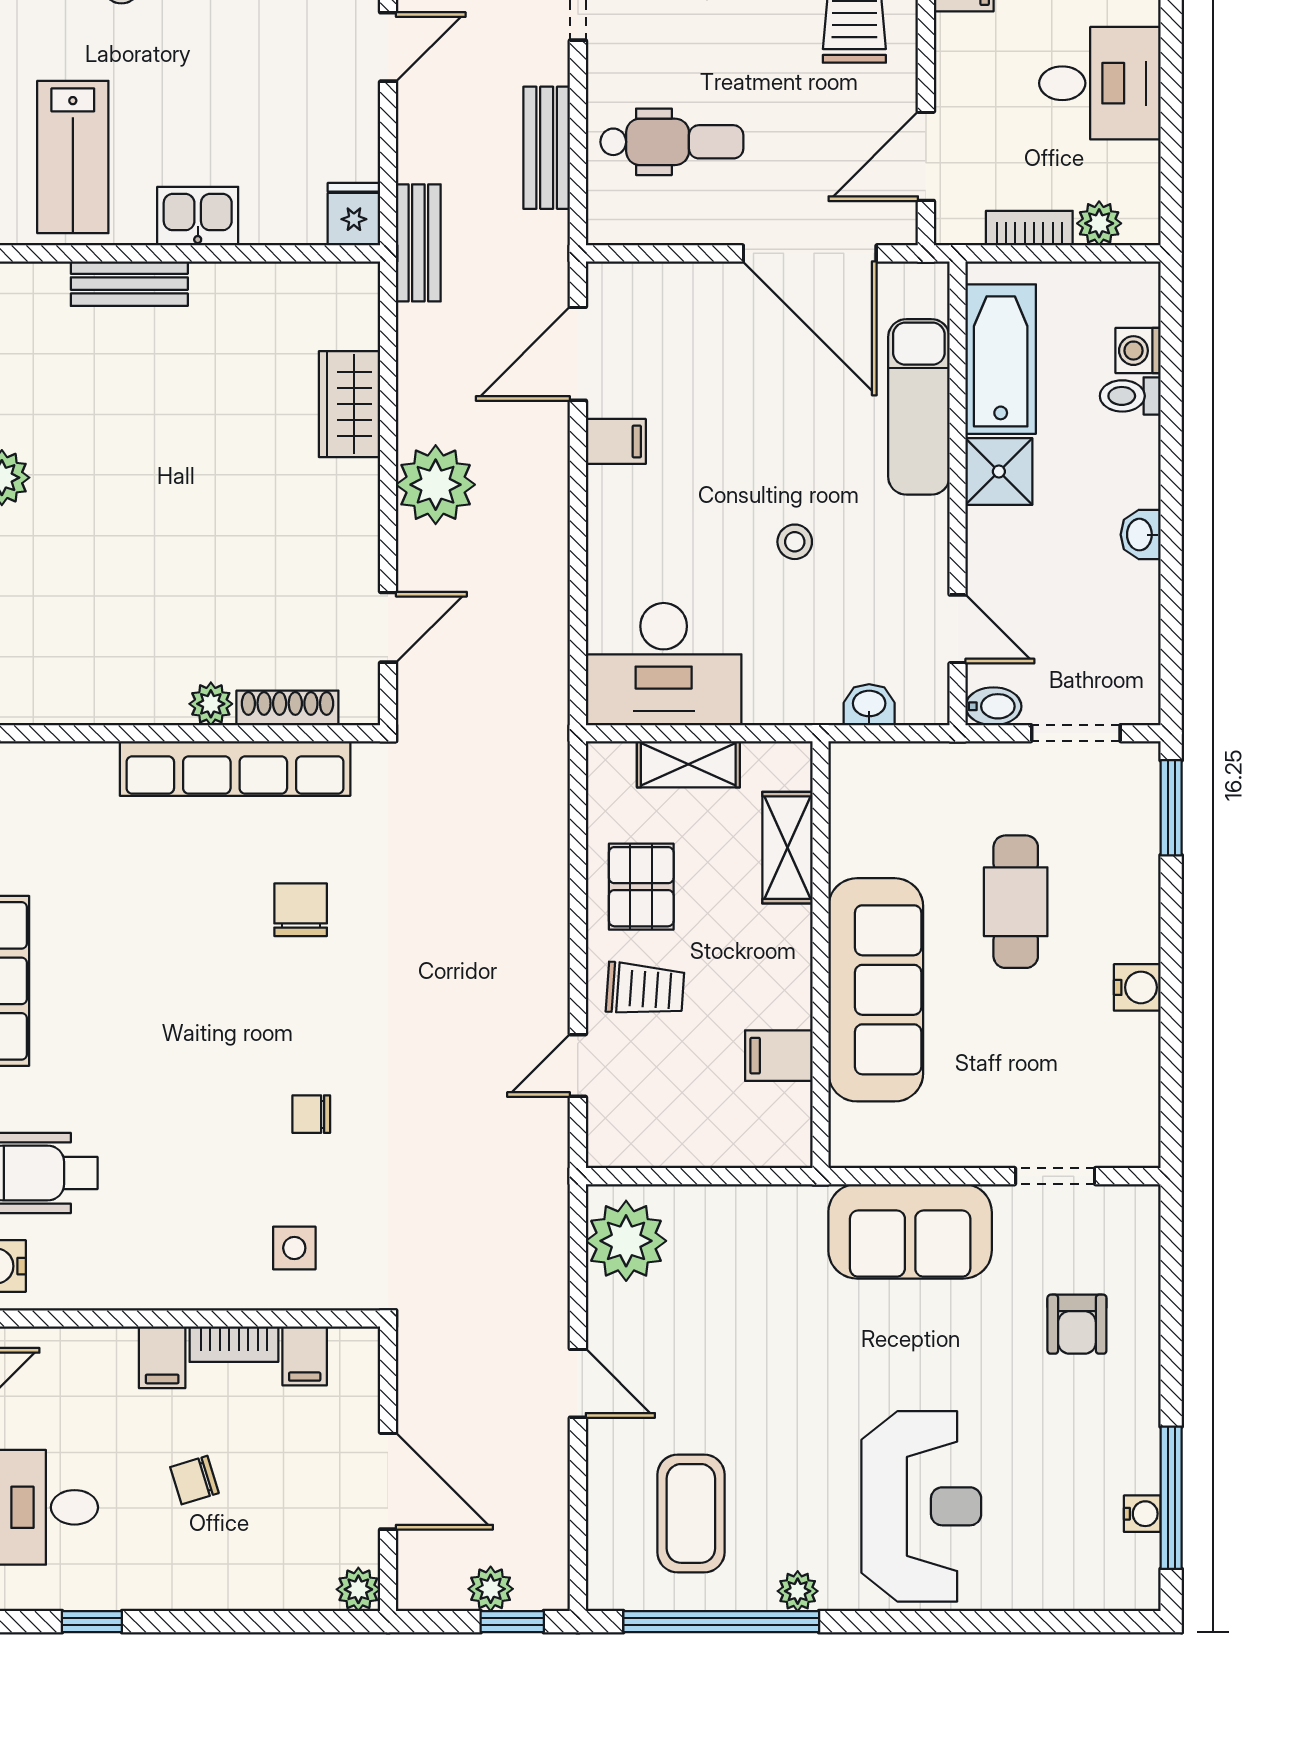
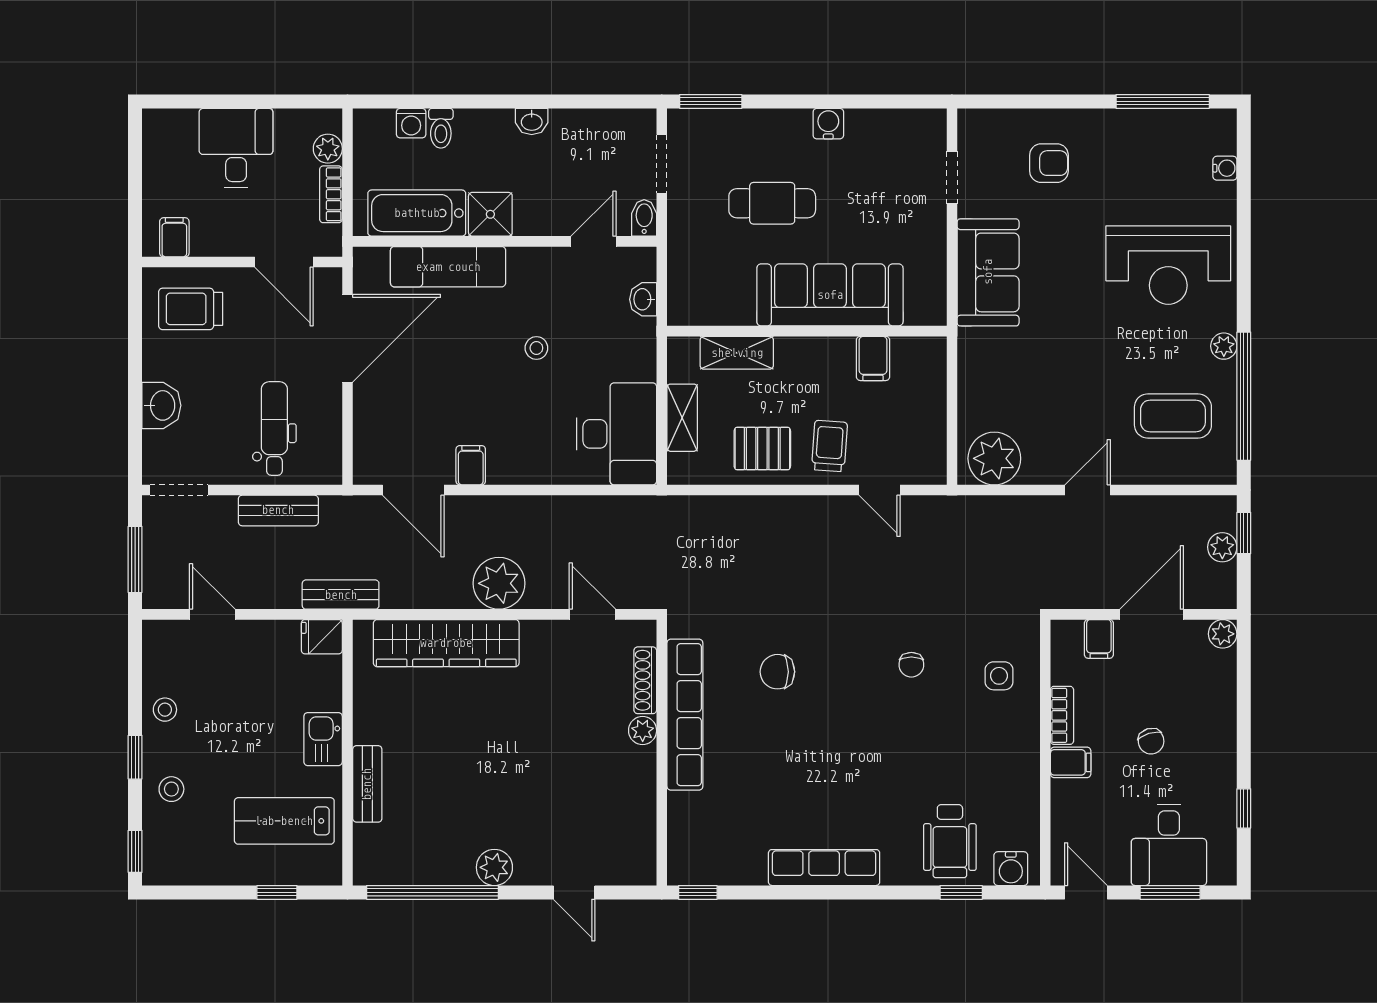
lab bench: (73, 157) -> (284, 821), turned 180
wardrobe: (349, 404) -> (446, 643), width x2.10, depth x1.17
filing cabinet: (305, 1356) -> (1099, 639), moved, turned 90
reception desk: (921, 1506) -> (1168, 265), turned 180
water cooler: (1142, 1514) -> (1225, 168), moved, turned 90

